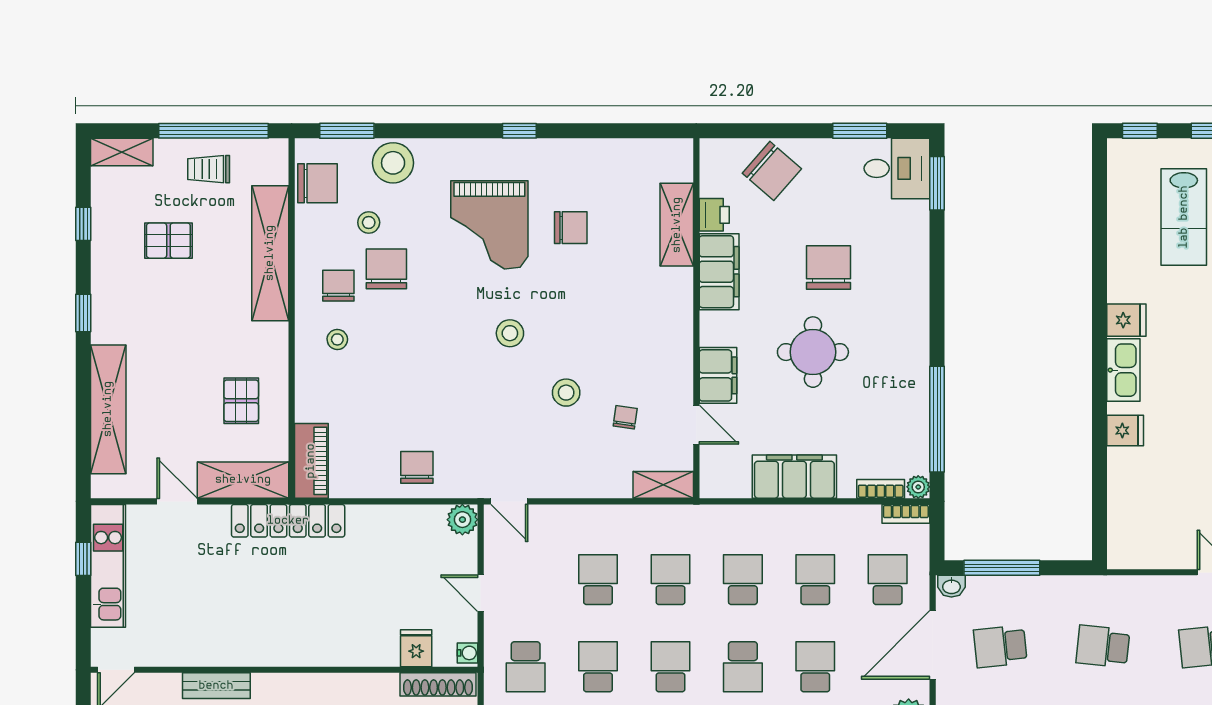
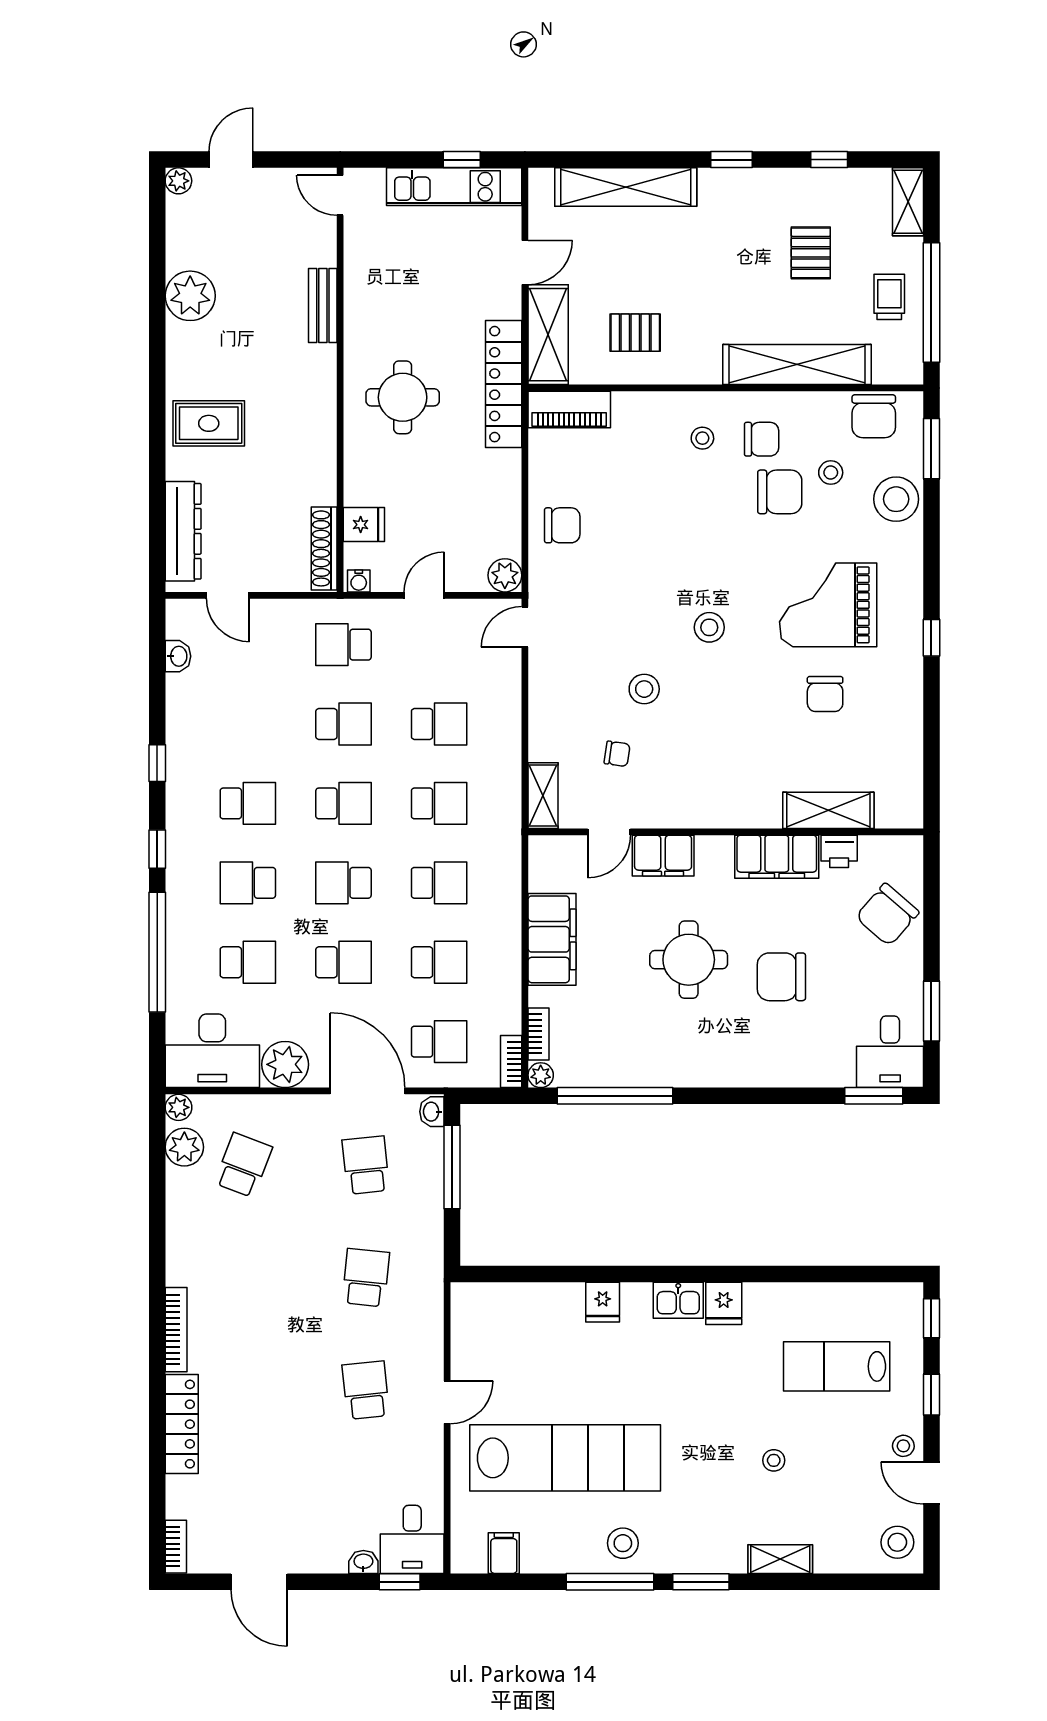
chair: (829, 267) -> (781, 977), turned 180
kitchen sink: (1123, 370) -> (678, 1300), width x0.73
round table: (300, 613) -> (403, 397), added

